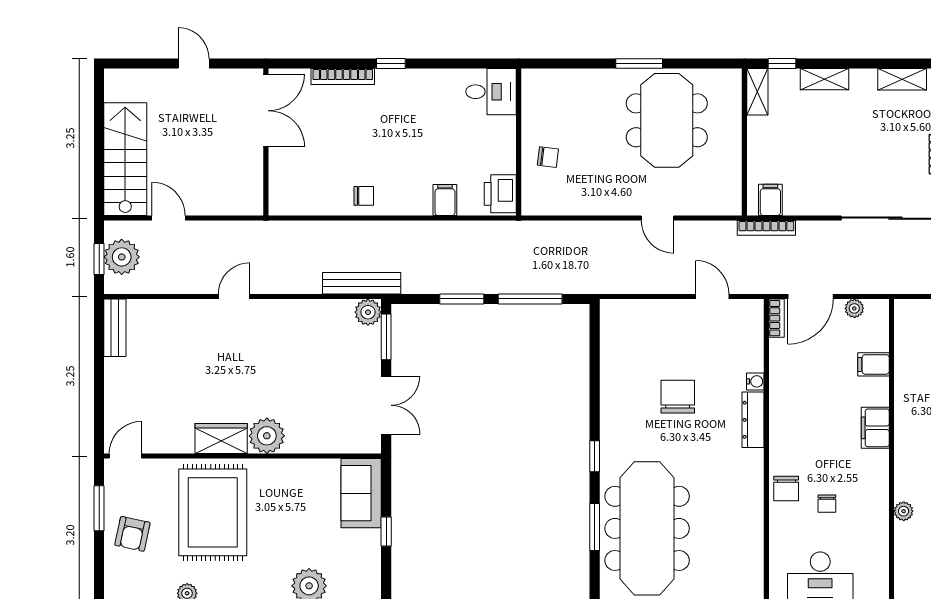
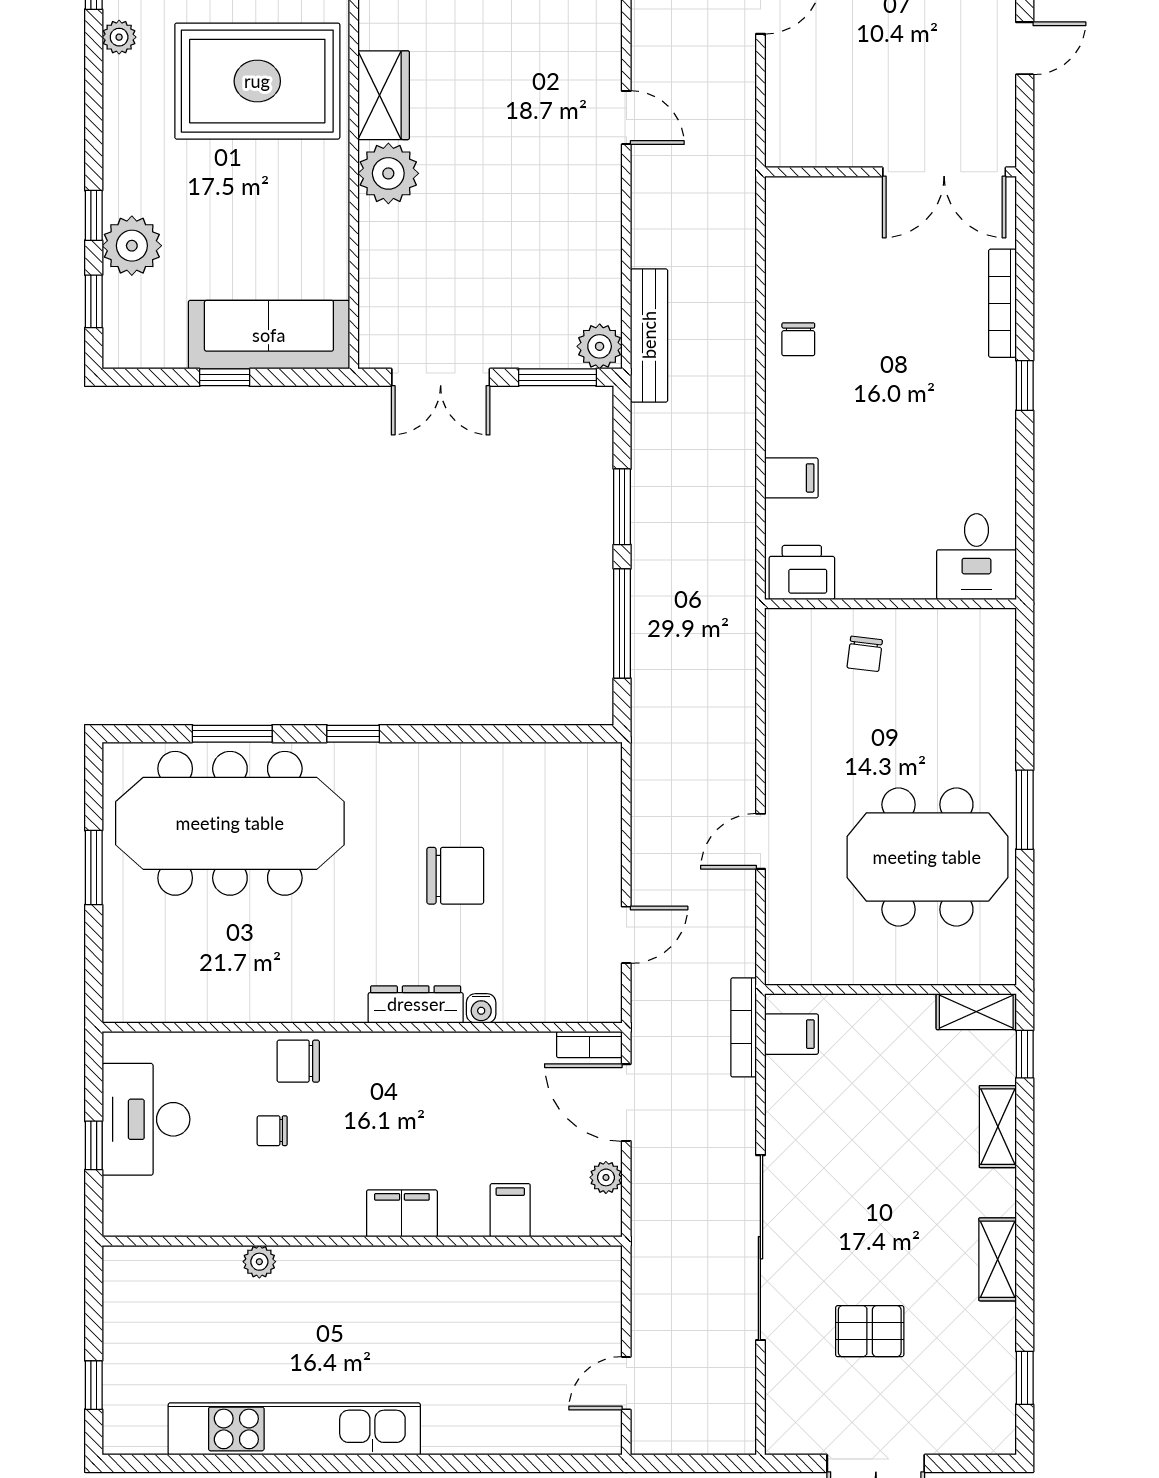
sofa: (361, 493) -> (269, 335), width x1.36

